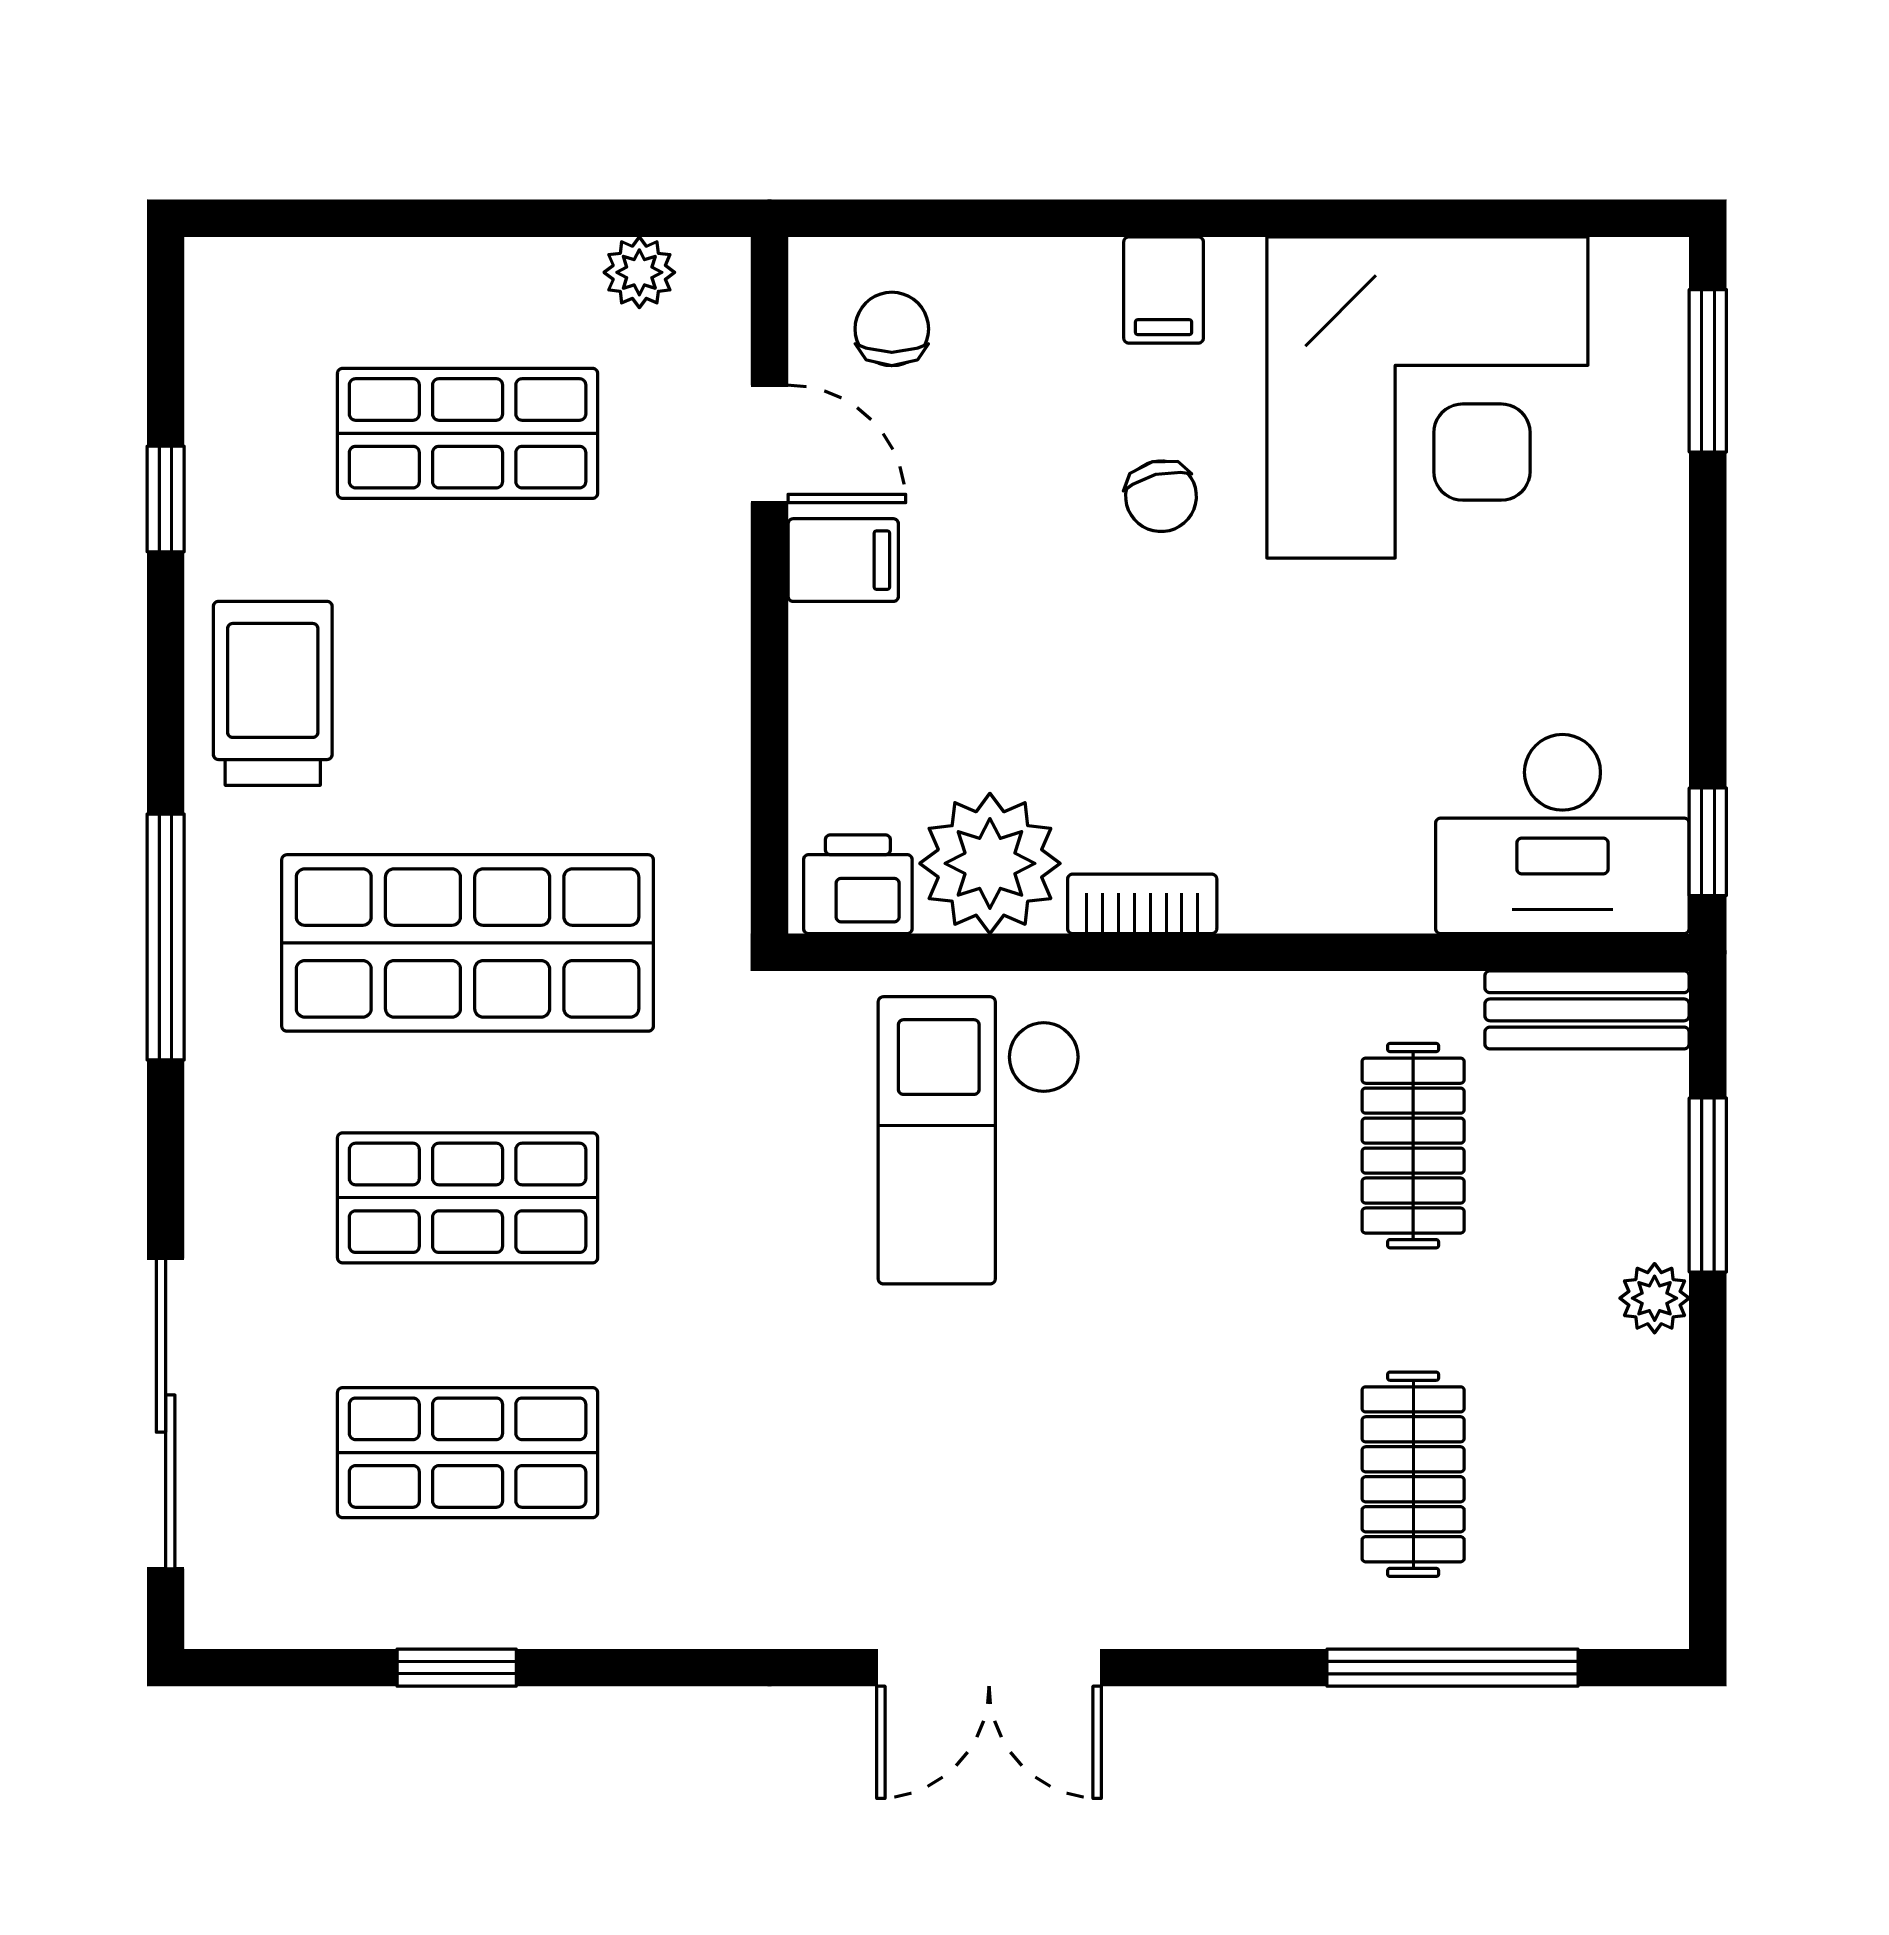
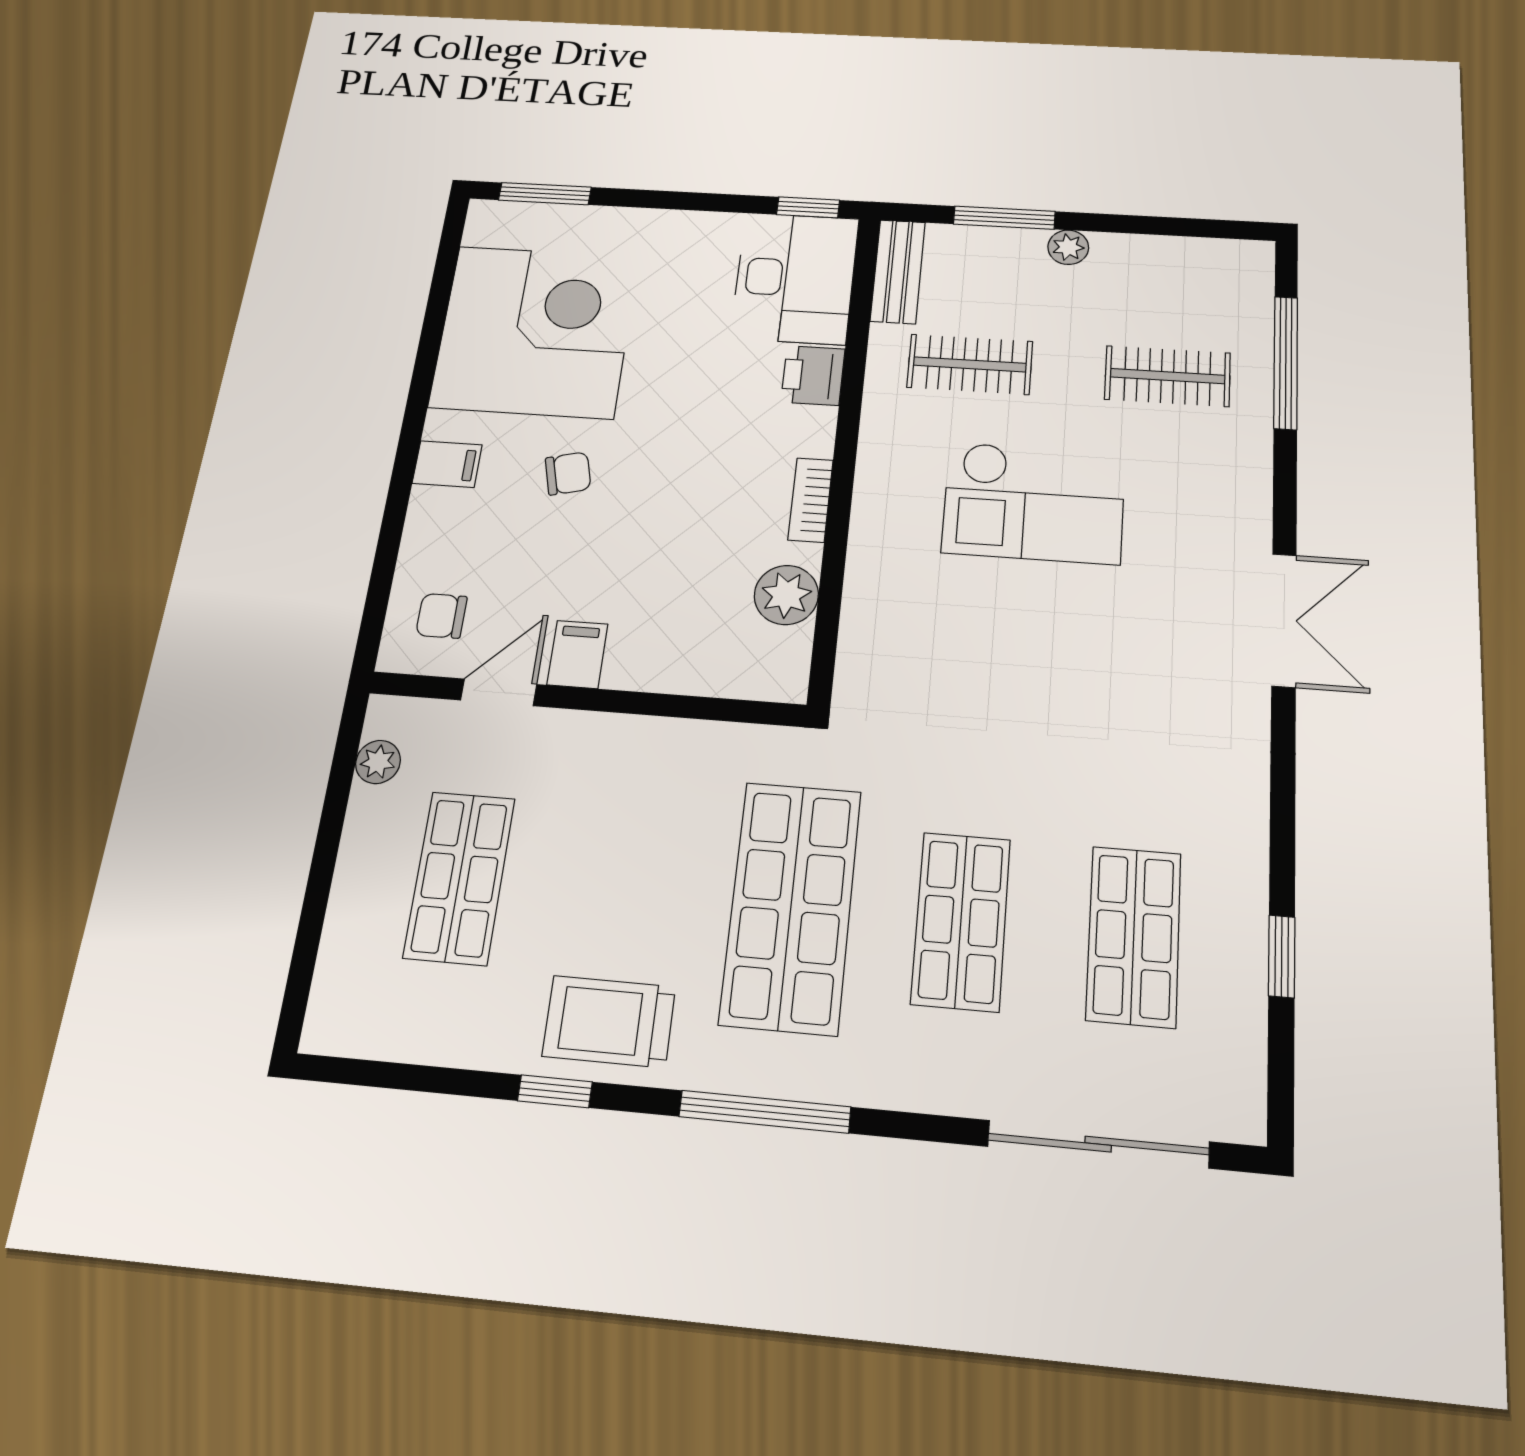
window: (166, 499) -> (555, 1091), moved
plant: (990, 863) -> (786, 595), width x0.73, depth x0.73
printer: (858, 884) -> (813, 375), moved
checkout: (979, 1140) -> (1034, 502), moved

